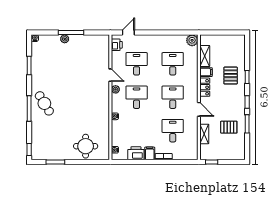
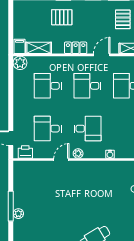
filing cabinet: (206, 72) -> (20, 46), moved
desk: (137, 97) -> (87, 129), turned 180

